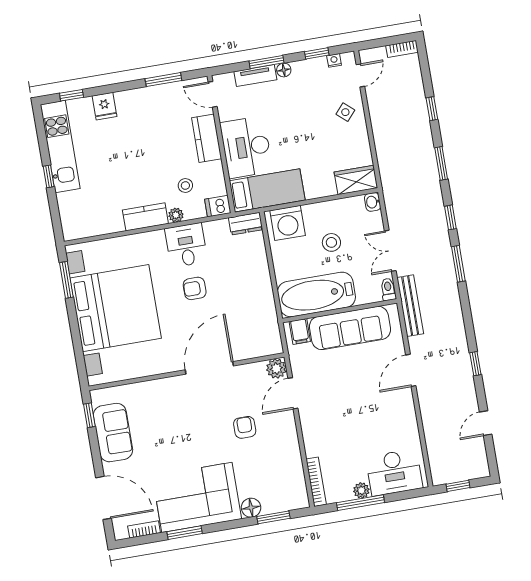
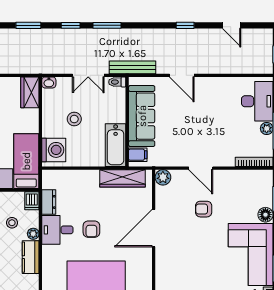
dresser: (246, 224) -> (49, 202), moved
bathtub: (316, 295) -> (116, 145), width x0.73, depth x0.73
wardrobe: (266, 317) -> (123, 178), added
door: (209, 368) -> (154, 228), hinge flipped
door: (293, 393) -> (201, 168), moved

